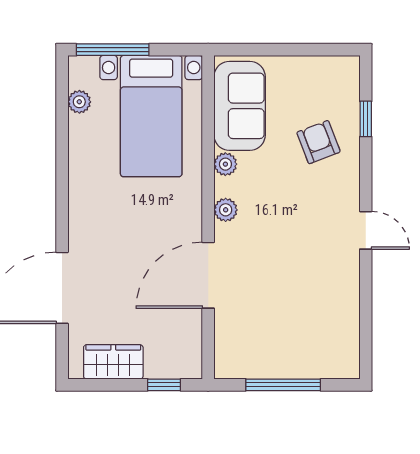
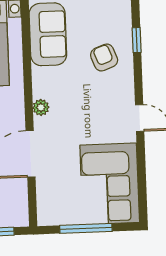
plant: (225, 164) -> (40, 75), removed
corner sofa: (320, 322) -> (110, 184), added

